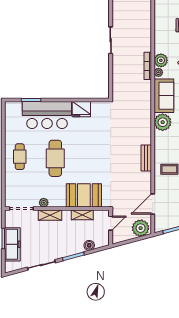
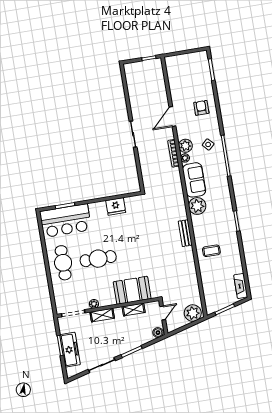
bar counter: (47, 115) -> (66, 221), moved
cafe table: (20, 157) -> (63, 263), width x1.37, depth x1.35
cafe table: (55, 158) -> (98, 259), turned 90
bench: (146, 158) -> (185, 233), moved
door: (153, 204) -> (172, 116), moved
boiler: (89, 245) -> (158, 333), moved

